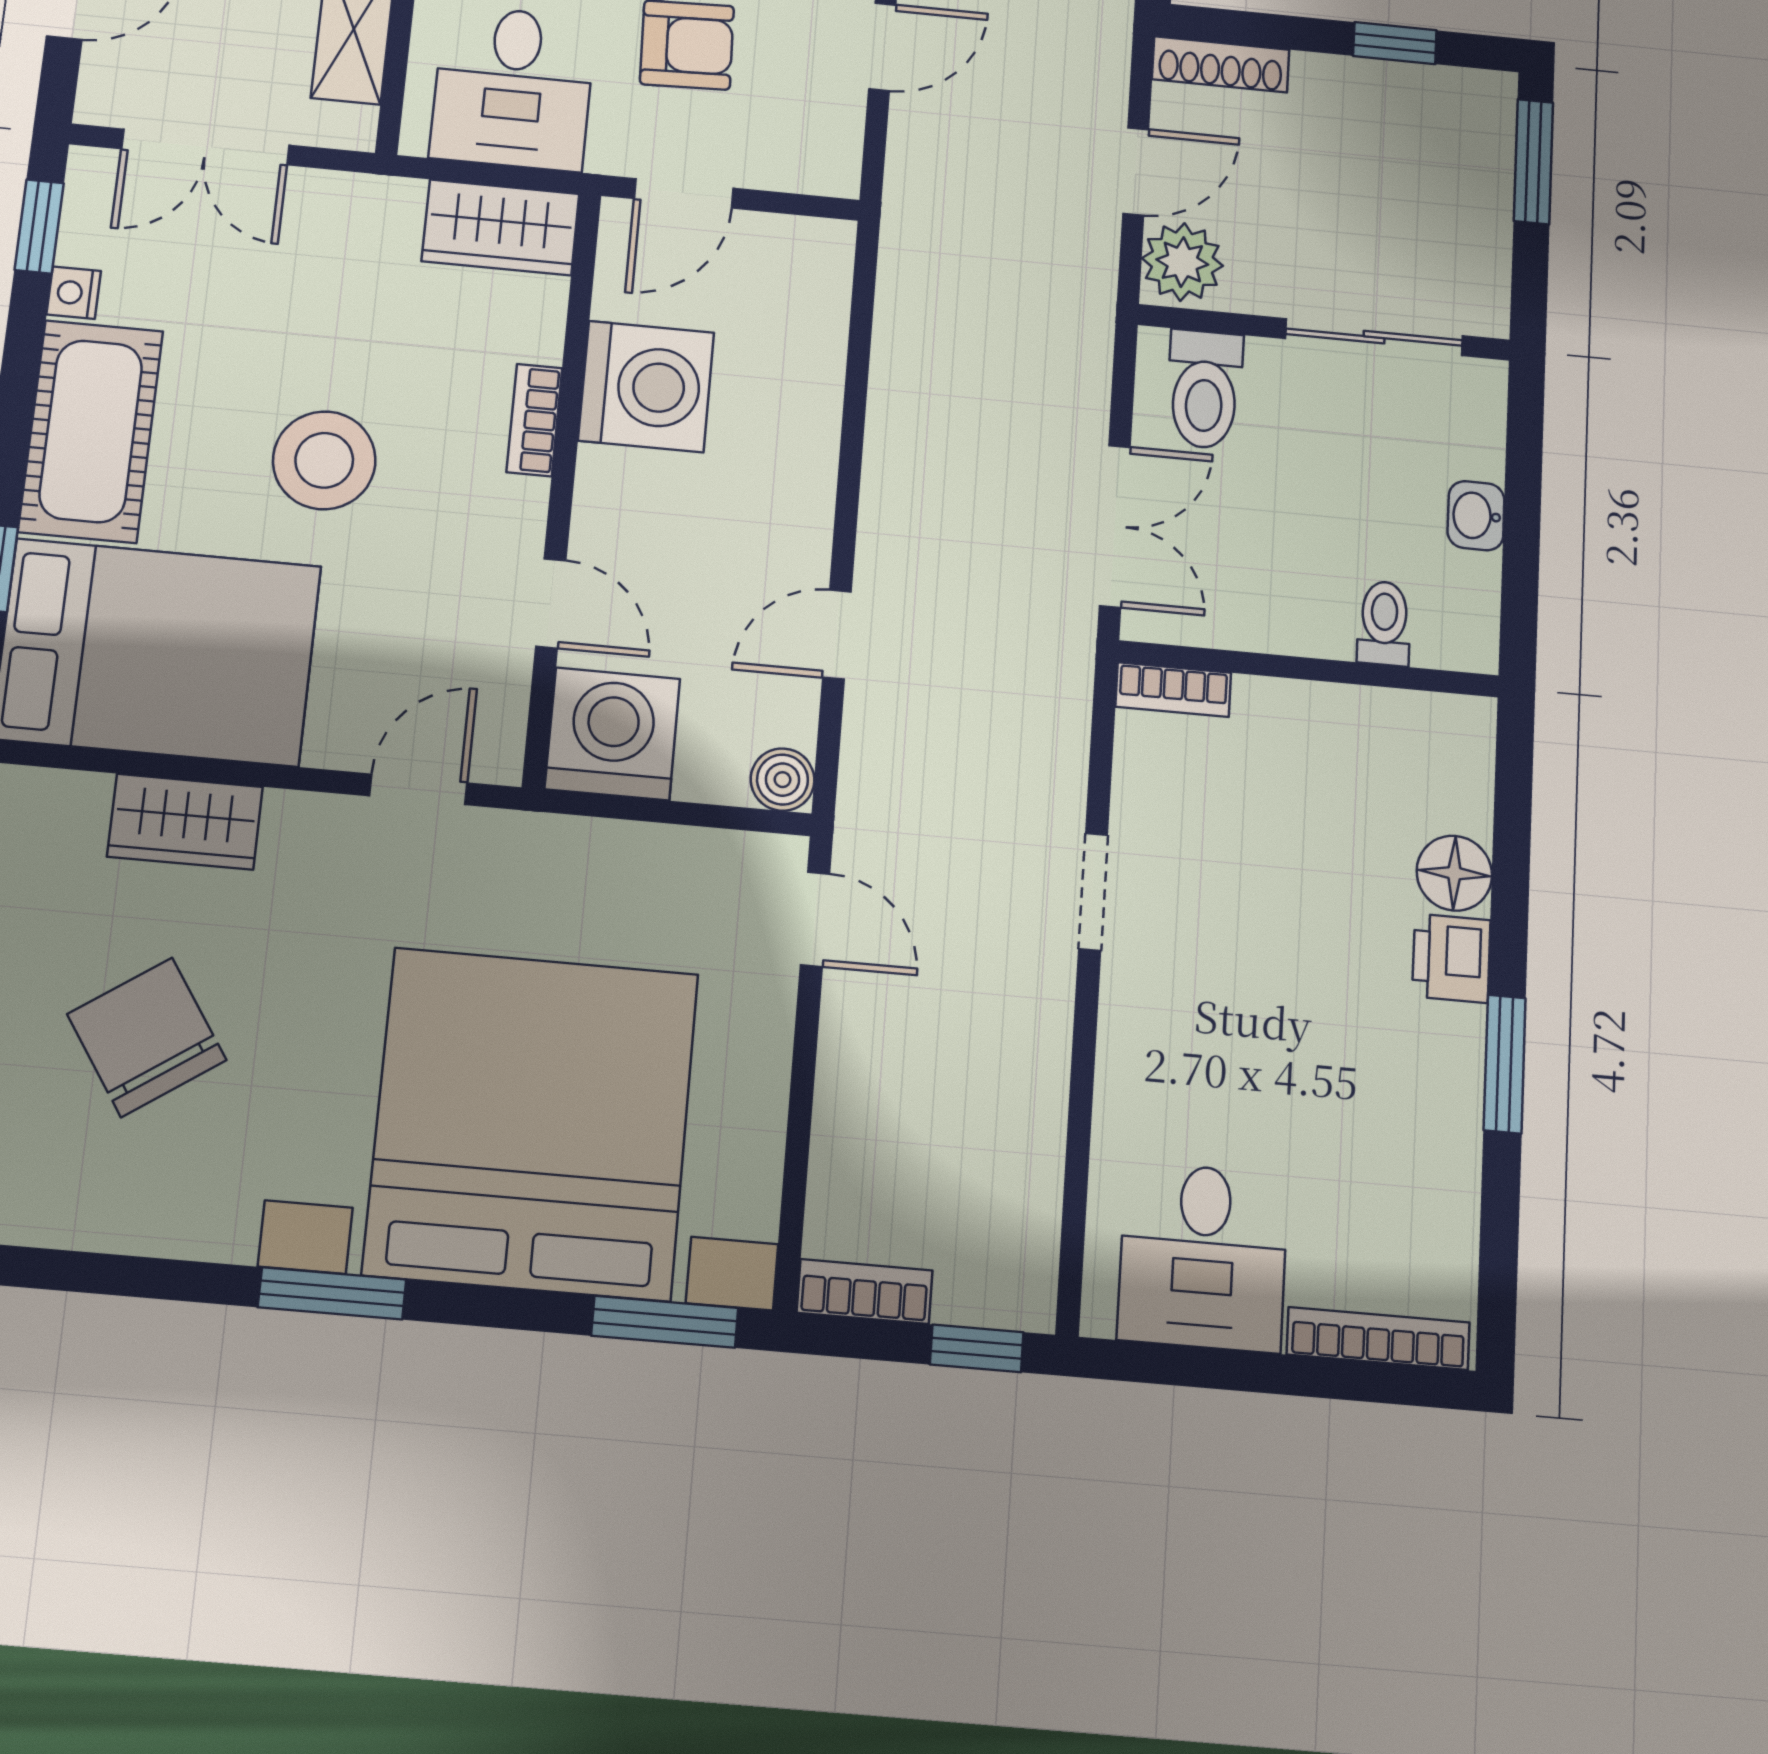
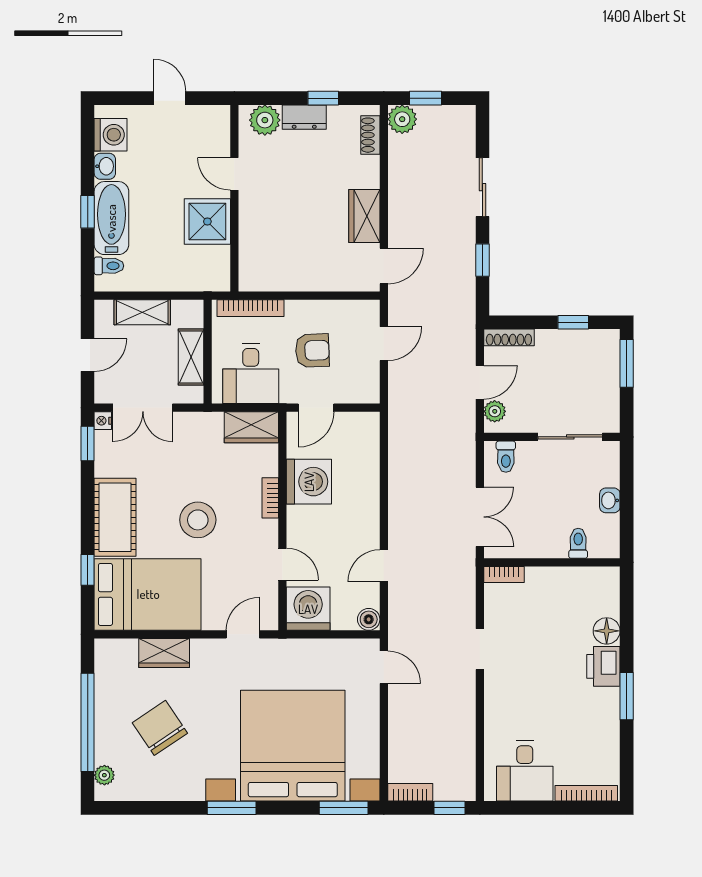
plant: (1182, 262) -> (495, 411), width x0.73, depth x0.73
nightstand: (74, 293) -> (103, 421), moved
toilet: (1205, 389) -> (506, 457), width x0.73, depth x0.72
printer: (1451, 958) -> (603, 666), width x1.36, depth x1.24

